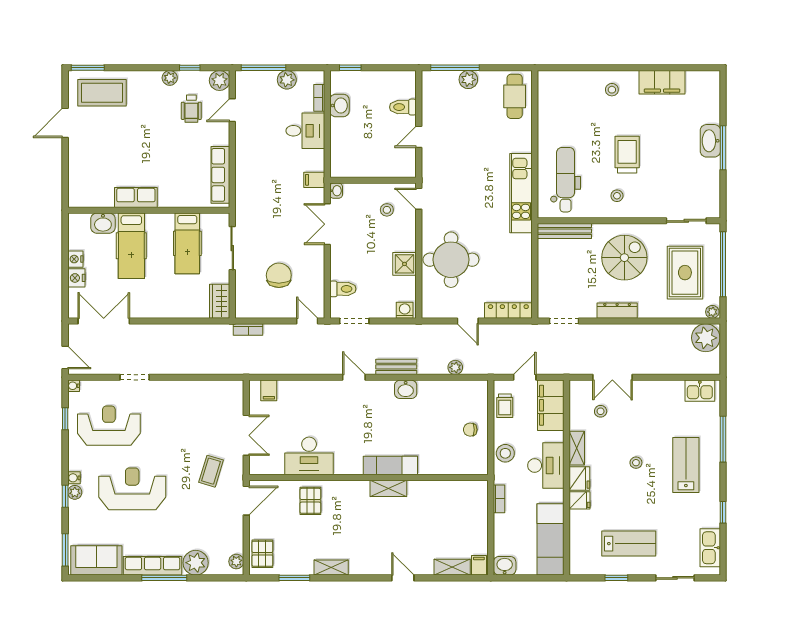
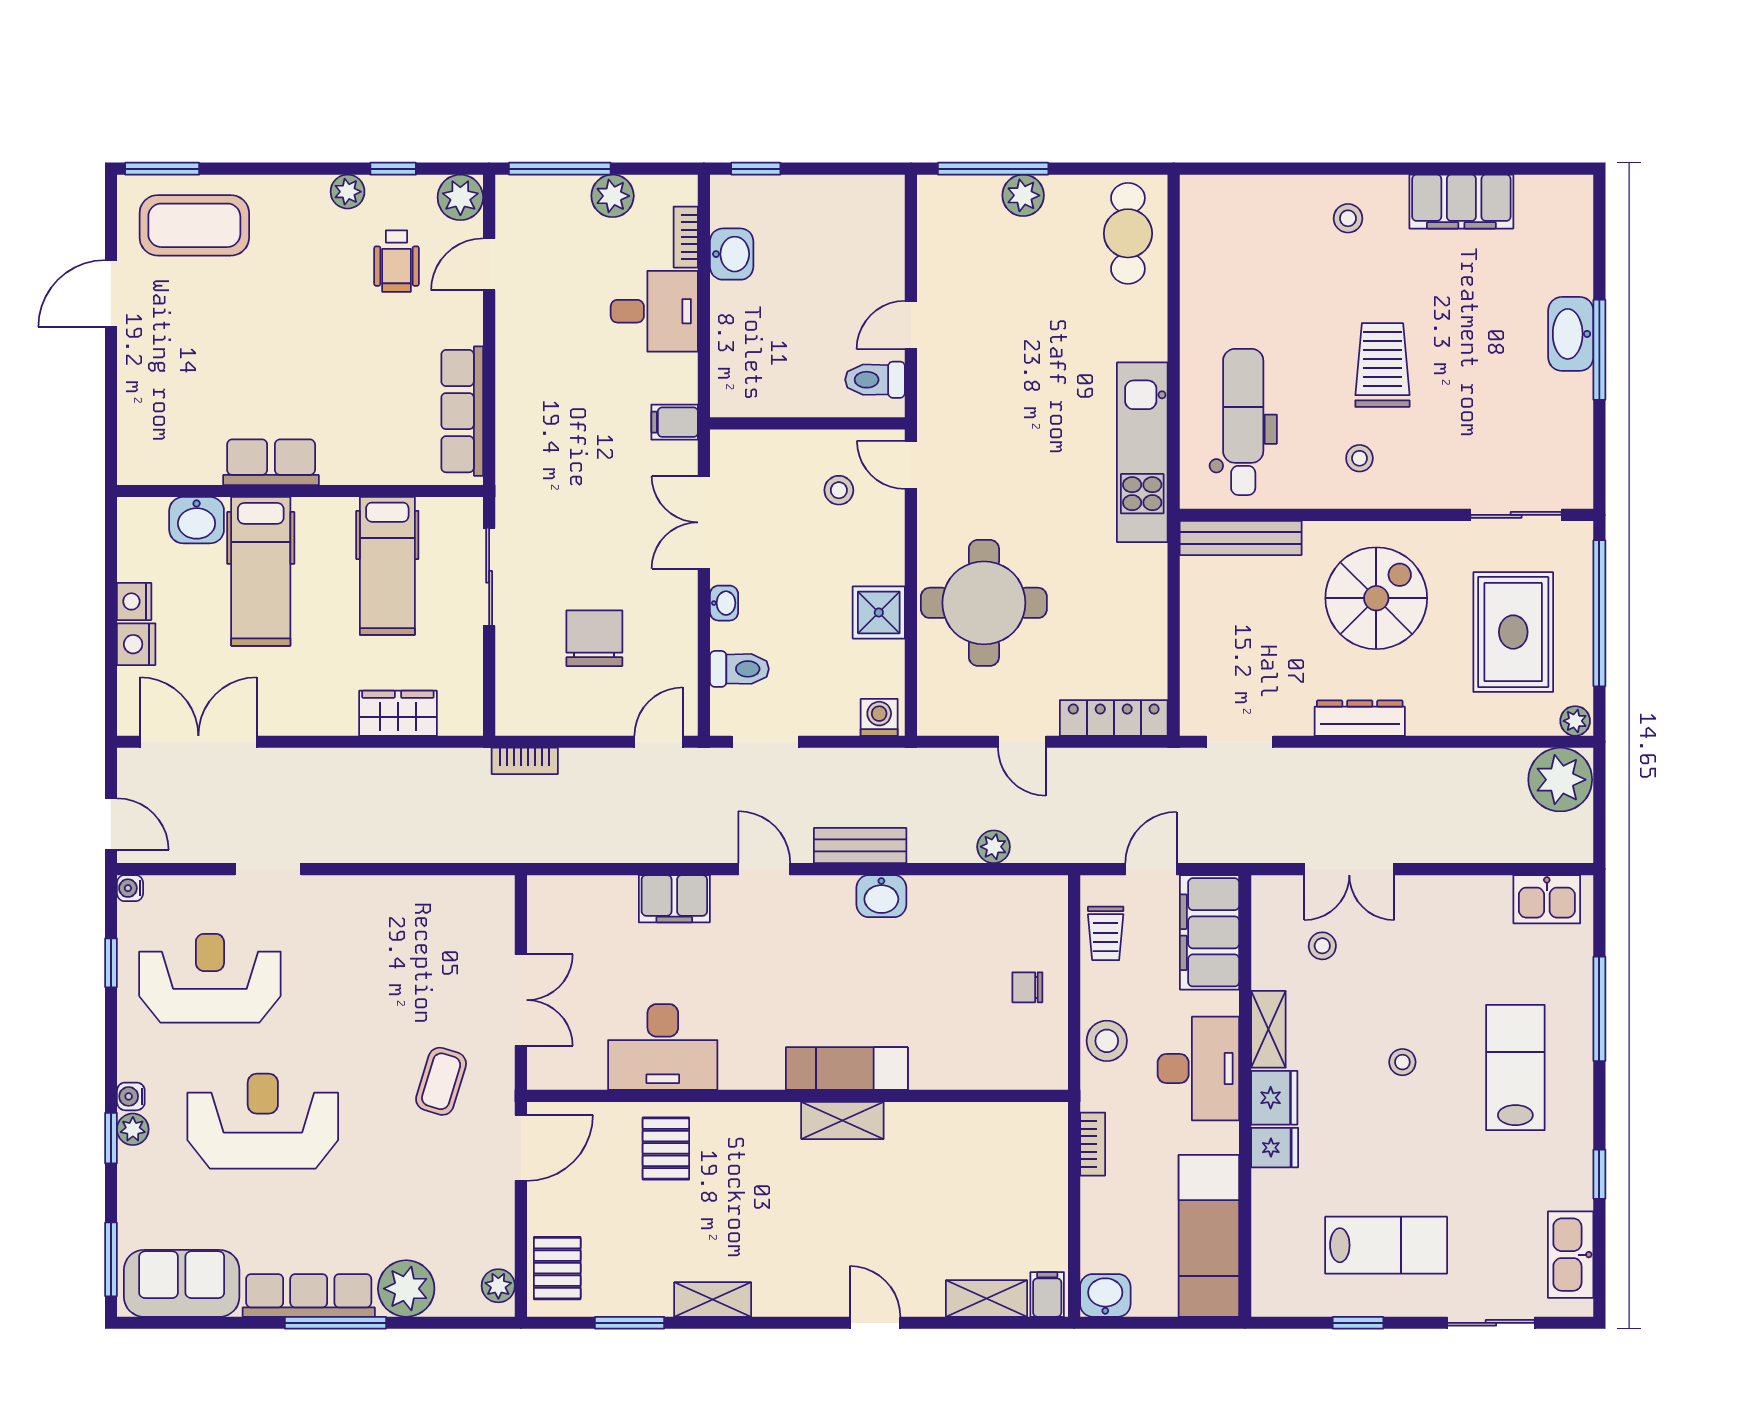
toilet: (403, 107) -> (875, 380), moved
washbasin: (336, 191) -> (724, 603), moved
wardrobe: (220, 301) -> (398, 713), moved, turned 90
door: (307, 321) -> (659, 742), hinge flipped
filing cabinet: (269, 390) -> (674, 899), moved, width x2.00

